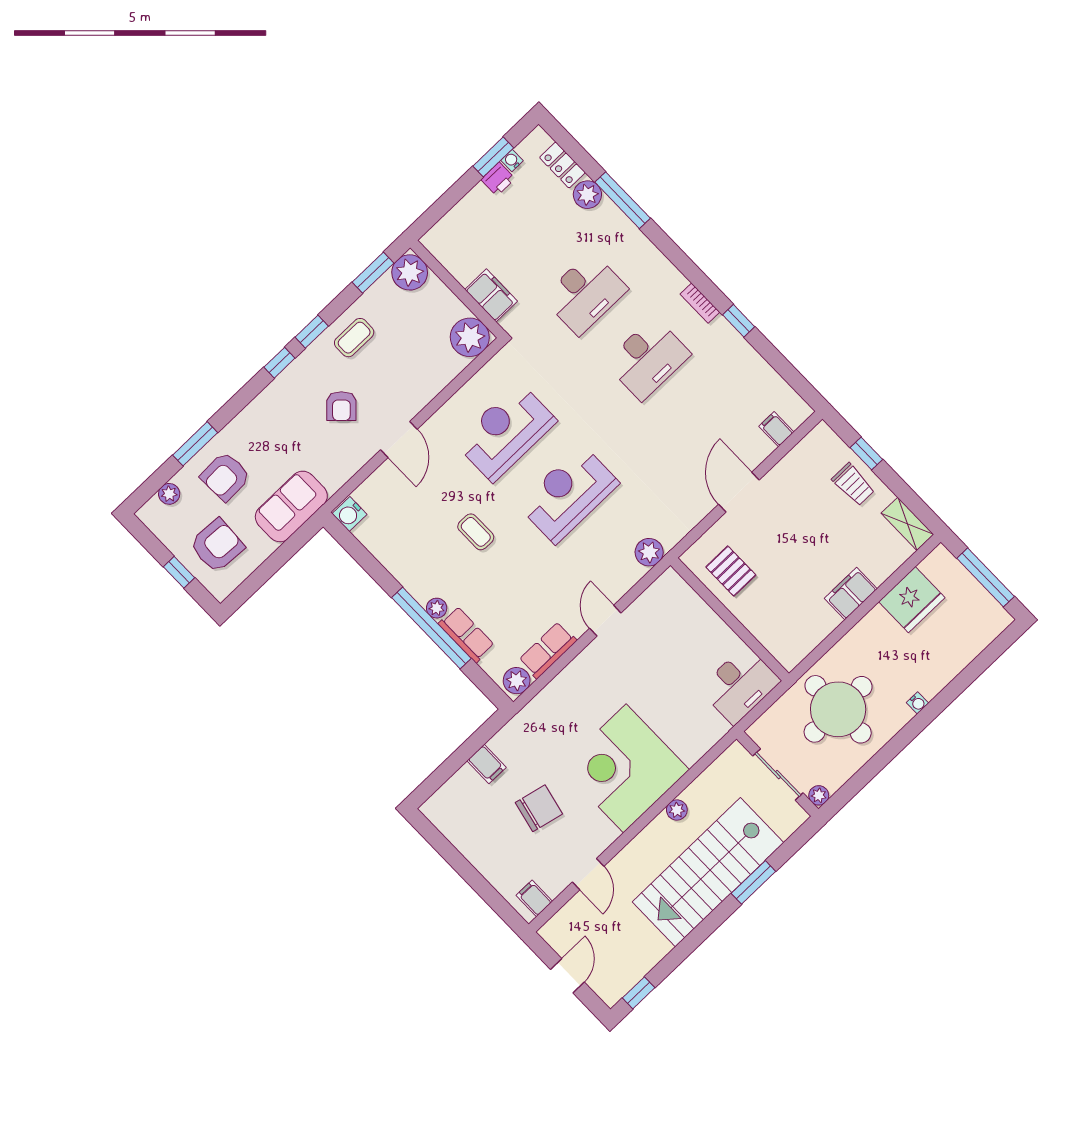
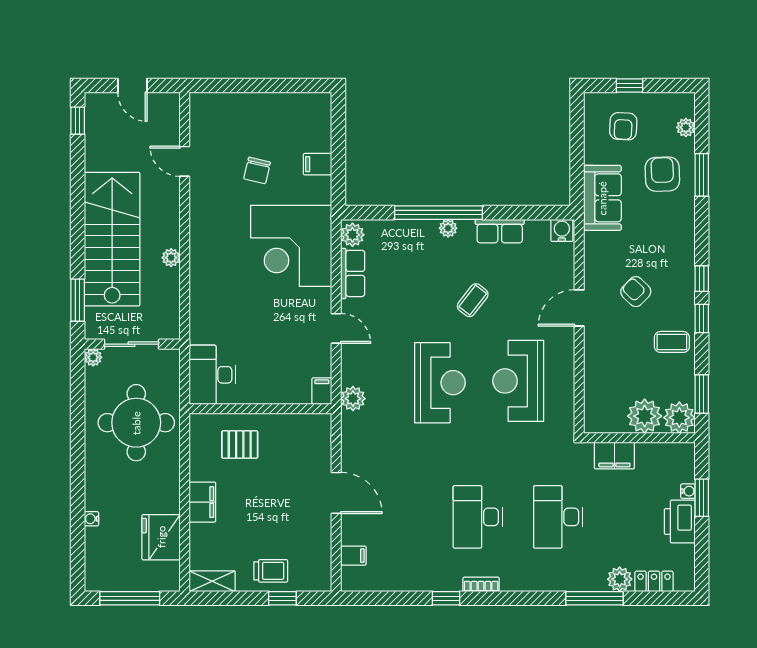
window: (493, 157) -> (702, 498), moved
water cooler: (512, 161) -> (688, 491), moved
printer: (498, 179) -> (680, 522), width x1.87, depth x1.48
plant: (470, 337) -> (645, 416), moved
coffee table: (354, 338) -> (672, 342), turned 90
reception desk: (506, 432) -> (518, 381), turned 180
door: (399, 439) -> (579, 308), hinge flipped
trolley: (853, 484) -> (271, 571), turned 180
coffee table: (476, 532) -> (473, 300), turned -52
armchair: (217, 545) -> (623, 126), width x0.72, depth x0.72
pallet: (731, 571) -> (240, 445), moved
row of seats: (466, 634) -> (500, 231), moved
water cooler: (917, 703) -> (91, 519), moved
corner desk: (625, 768) -> (291, 246), moved, turned 180
chair: (539, 808) -> (257, 170), width x0.73, depth x0.73
window: (753, 882) -> (78, 300), moved
filing cabinet: (534, 898) -> (322, 391), moved, turned -90

